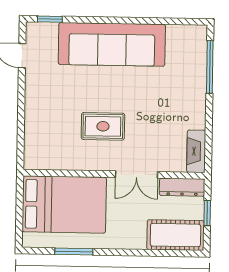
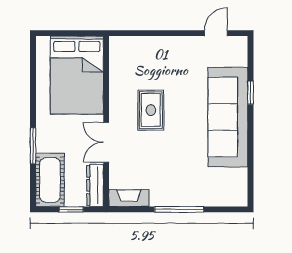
window: (50, 19) -> (251, 93), moved
window: (210, 67) -> (179, 209), moved
window: (74, 251) -> (33, 146), moved

